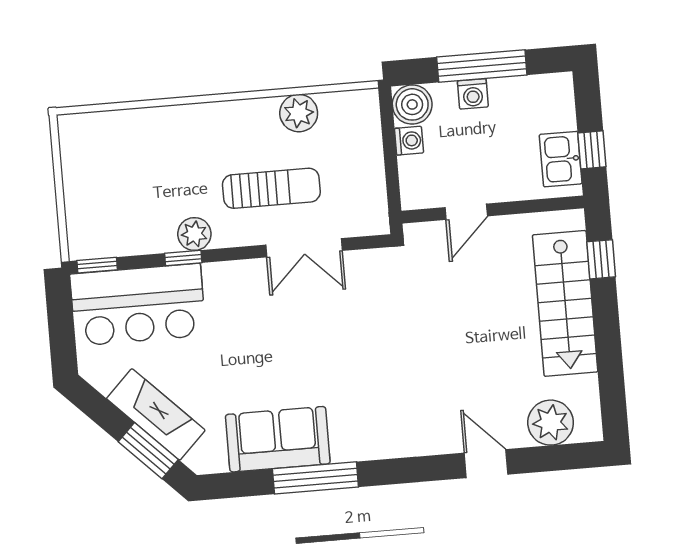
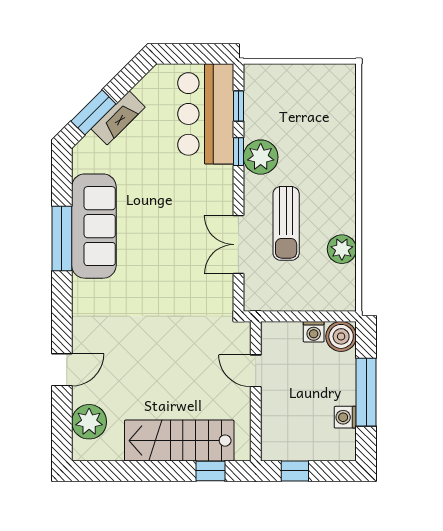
washing machine: (473, 94) -> (345, 417), moved
kitchen sink: (561, 159) -> (290, 446), removed
plant: (194, 234) -> (261, 157), width x1.36, depth x1.36
window: (97, 265) -> (238, 106), moved
fireplace: (156, 414) -> (118, 118), width x0.73, depth x0.76
sofa: (278, 439) -> (94, 226), width x1.36

